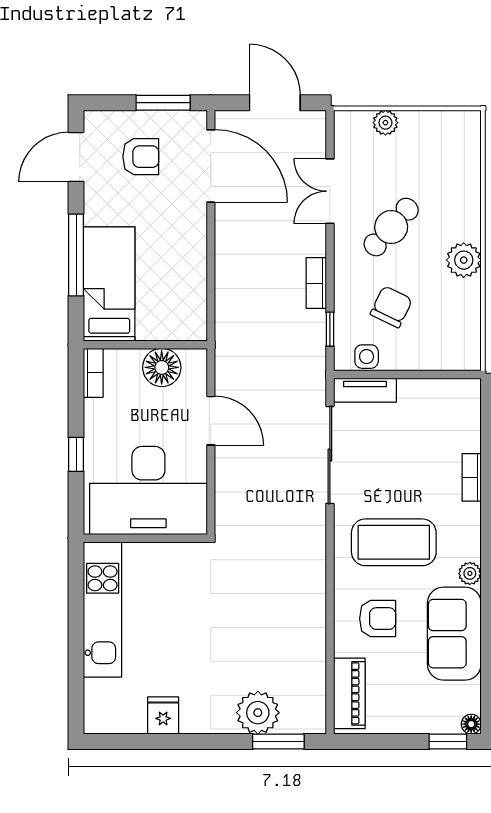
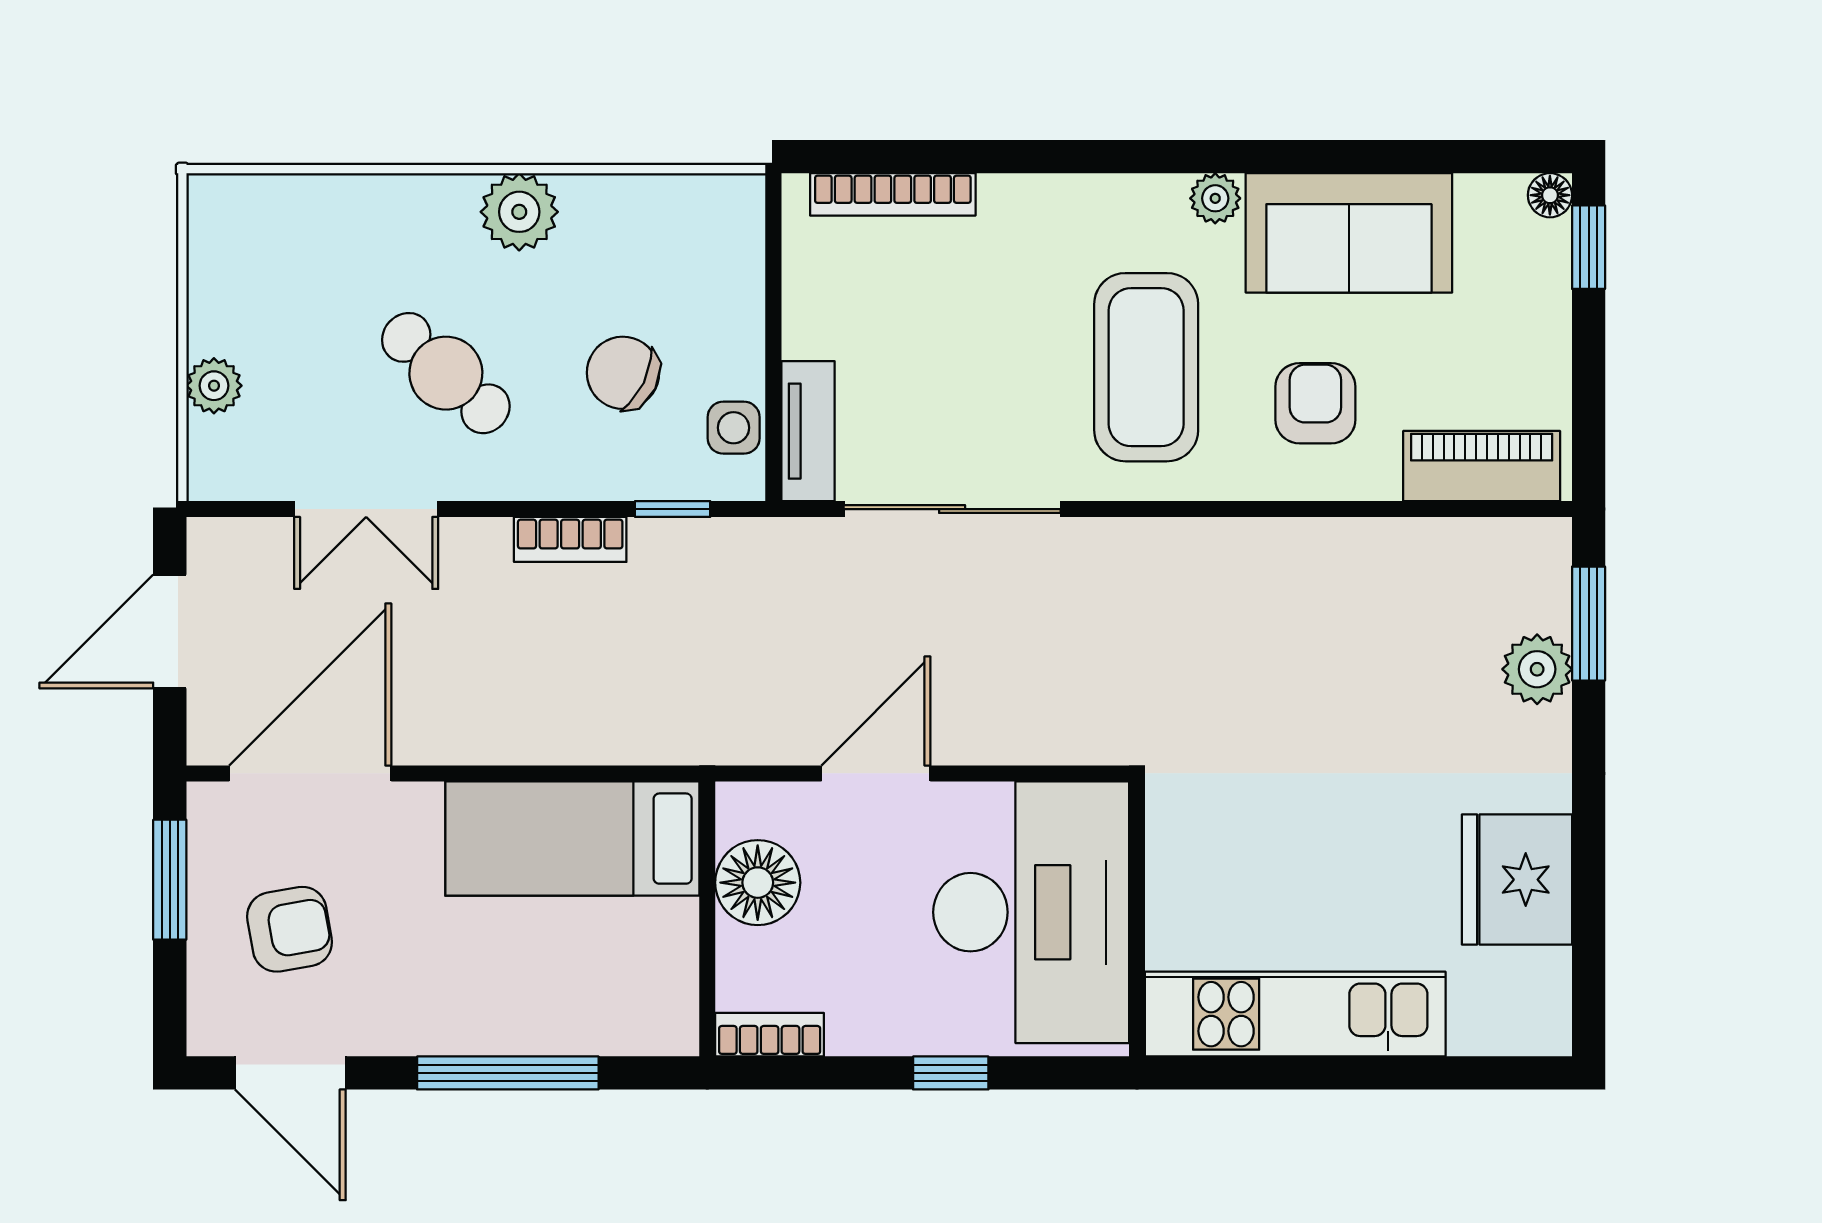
armchair: (141, 157) -> (290, 929), turned 80
bed: (109, 284) -> (572, 839), moved
bookcase: (472, 477) -> (893, 194), moved, width x1.56
plant: (258, 713) -> (1537, 669), width x0.73, depth x0.73
fridge: (163, 716) -> (1517, 880), width x1.88, depth x1.34

